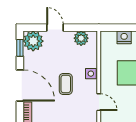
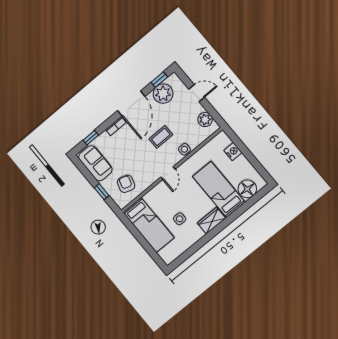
door: (55, 28) -> (197, 93), hinge flipped
plant: (33, 41) -> (163, 94), moved

